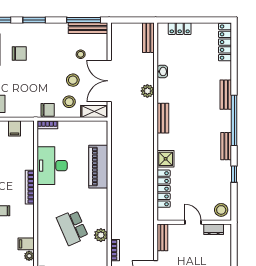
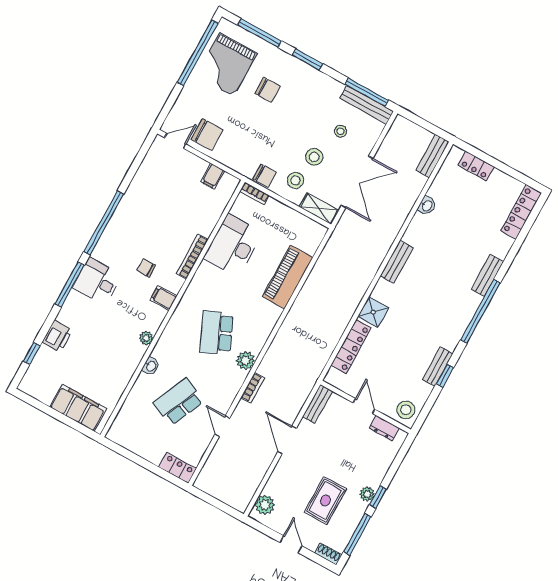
double door: (109, 81) -> (357, 182), swing flipped
plant: (147, 91) -> (396, 219), removed
bench: (226, 146) -> (438, 367), moved
filing cabinet: (26, 244) -> (164, 298), moved

